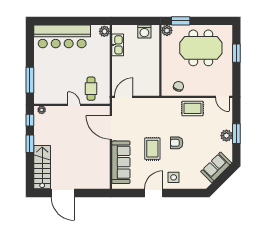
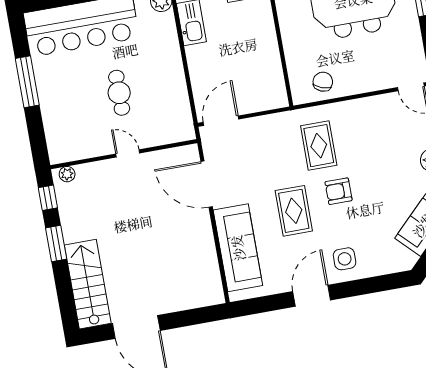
window: (30, 80) -> (27, 82), moved
cafe table: (91, 89) -> (119, 93), moved
rug: (192, 108) -> (319, 146), moved, turned 90

